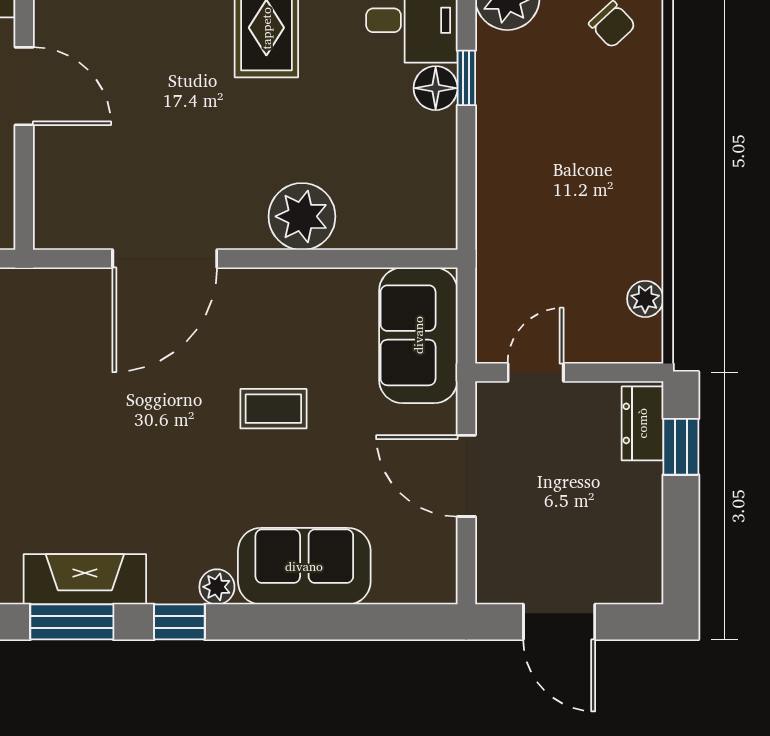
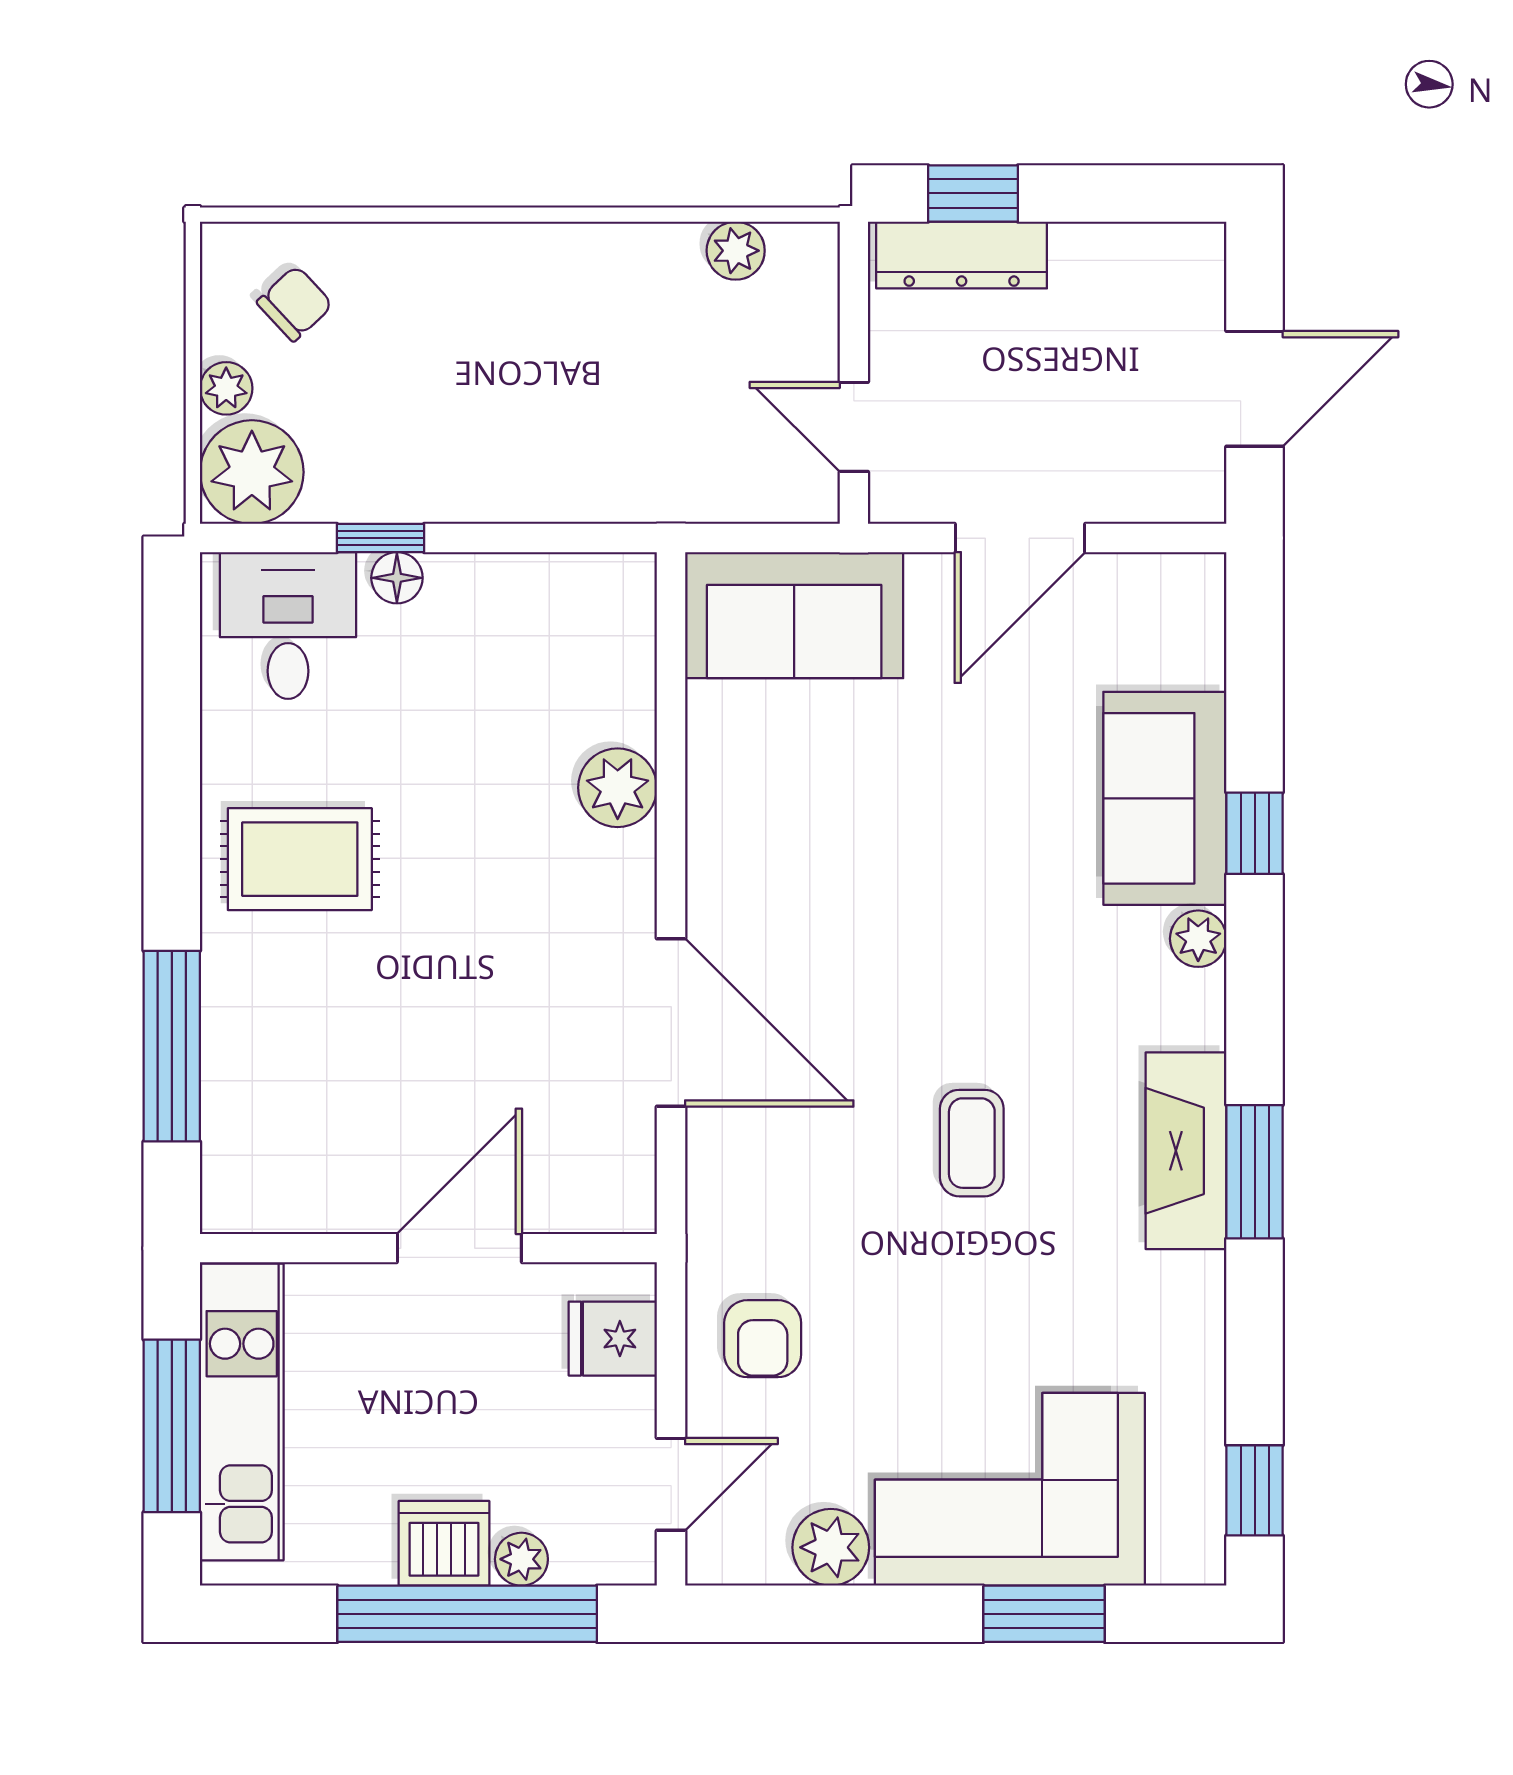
door: (24, 86) -> (459, 1248), moved
floor lamp: (436, 88) -> (397, 578), width x0.73, depth x0.73
plant: (302, 216) -> (618, 788), width x0.73, depth x0.73
coffee table: (273, 409) -> (972, 1143), moved
dresser: (642, 423) -> (962, 255), width x1.44
window: (179, 622) -> (1255, 833), moved

